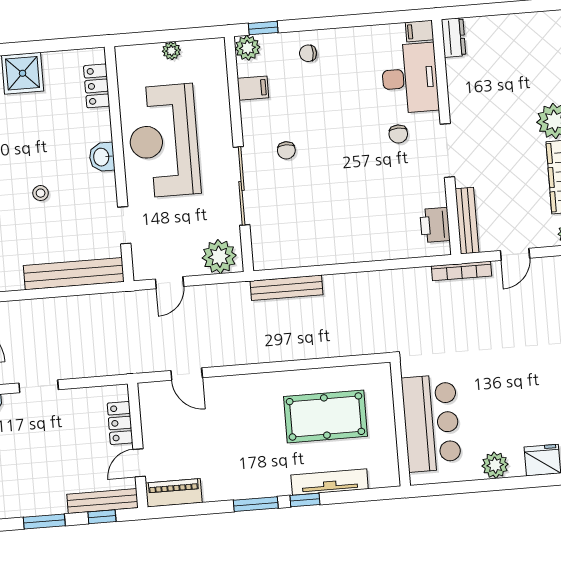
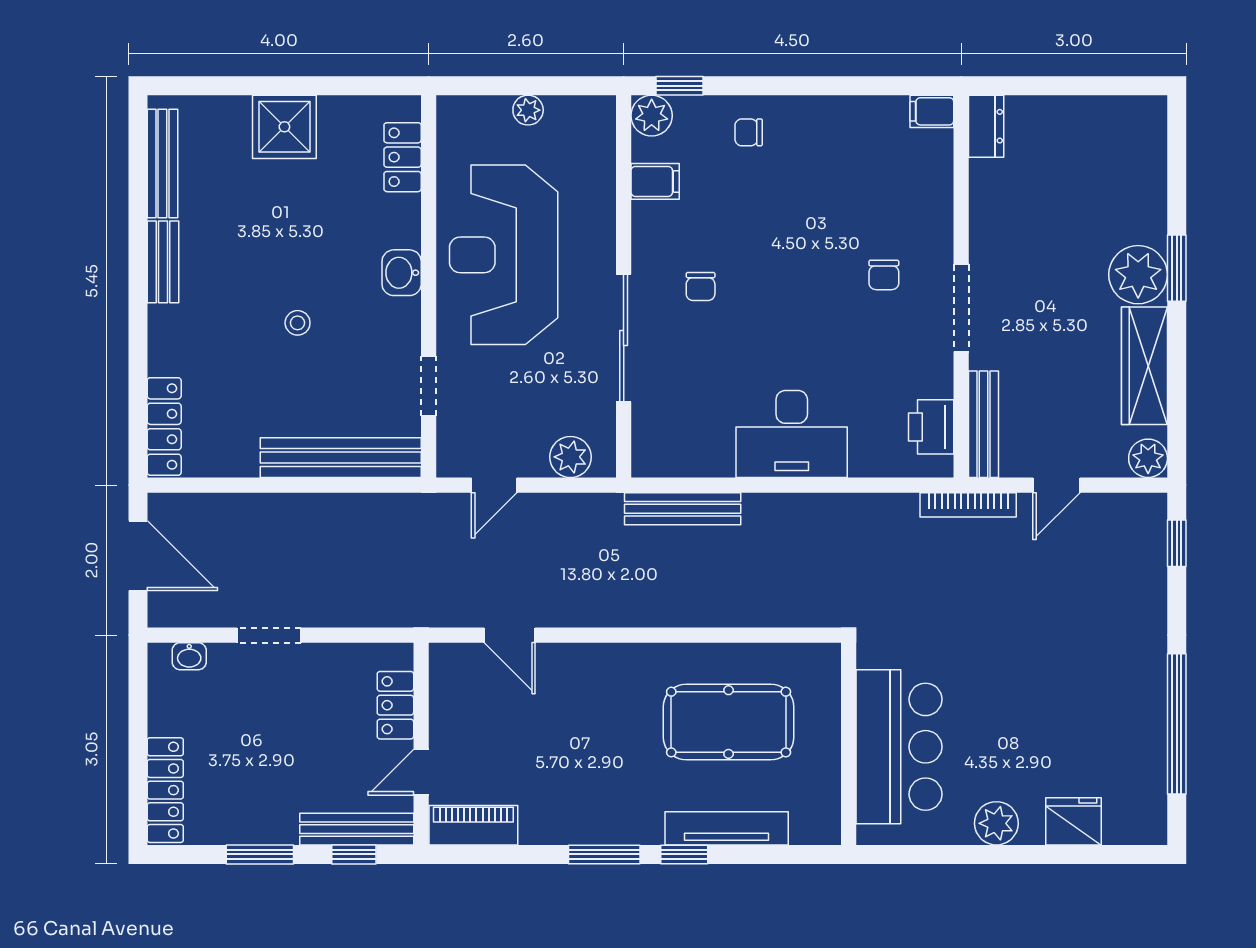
desk: (410, 78) -> (792, 434), moved, turned 90
plant: (219, 257) -> (570, 457), width x0.73, depth x0.73

